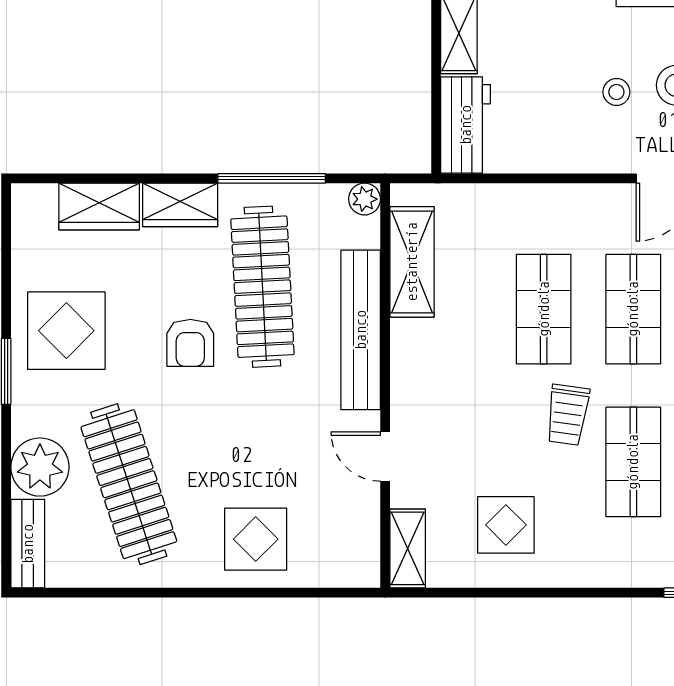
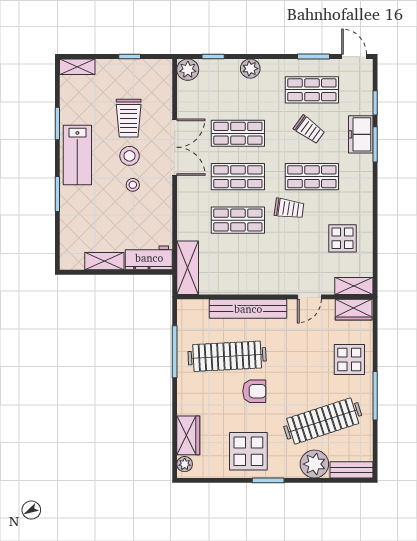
plant: (365, 199) -> (185, 464), moved
wardrobe: (180, 205) -> (354, 310), moved, turned 90
shelving: (412, 262) -> (188, 268), moved, turned 90
window: (181, 593) -> (375, 396), added

